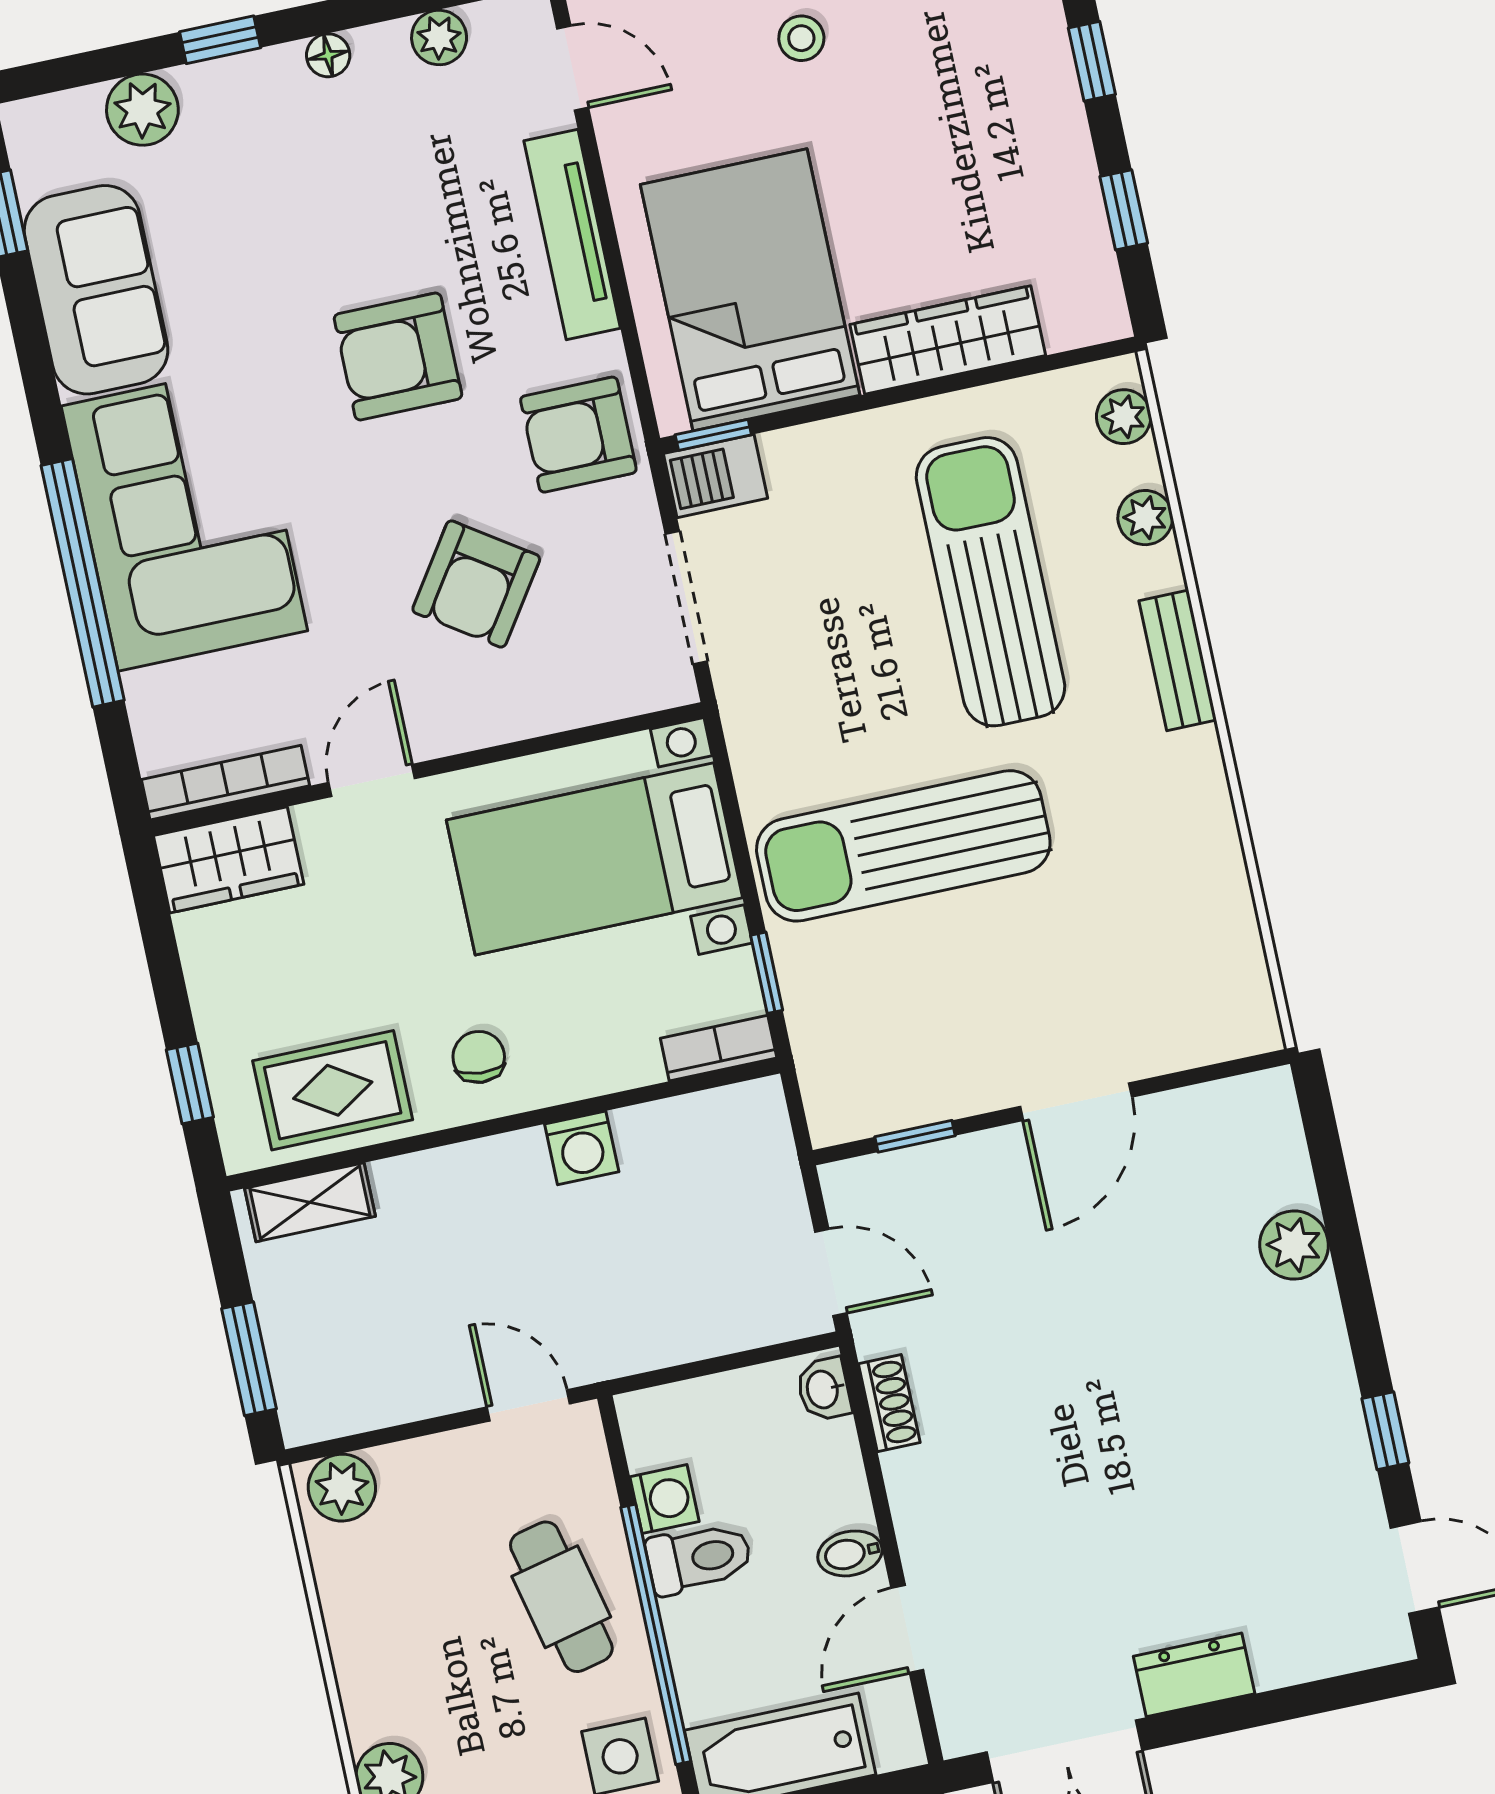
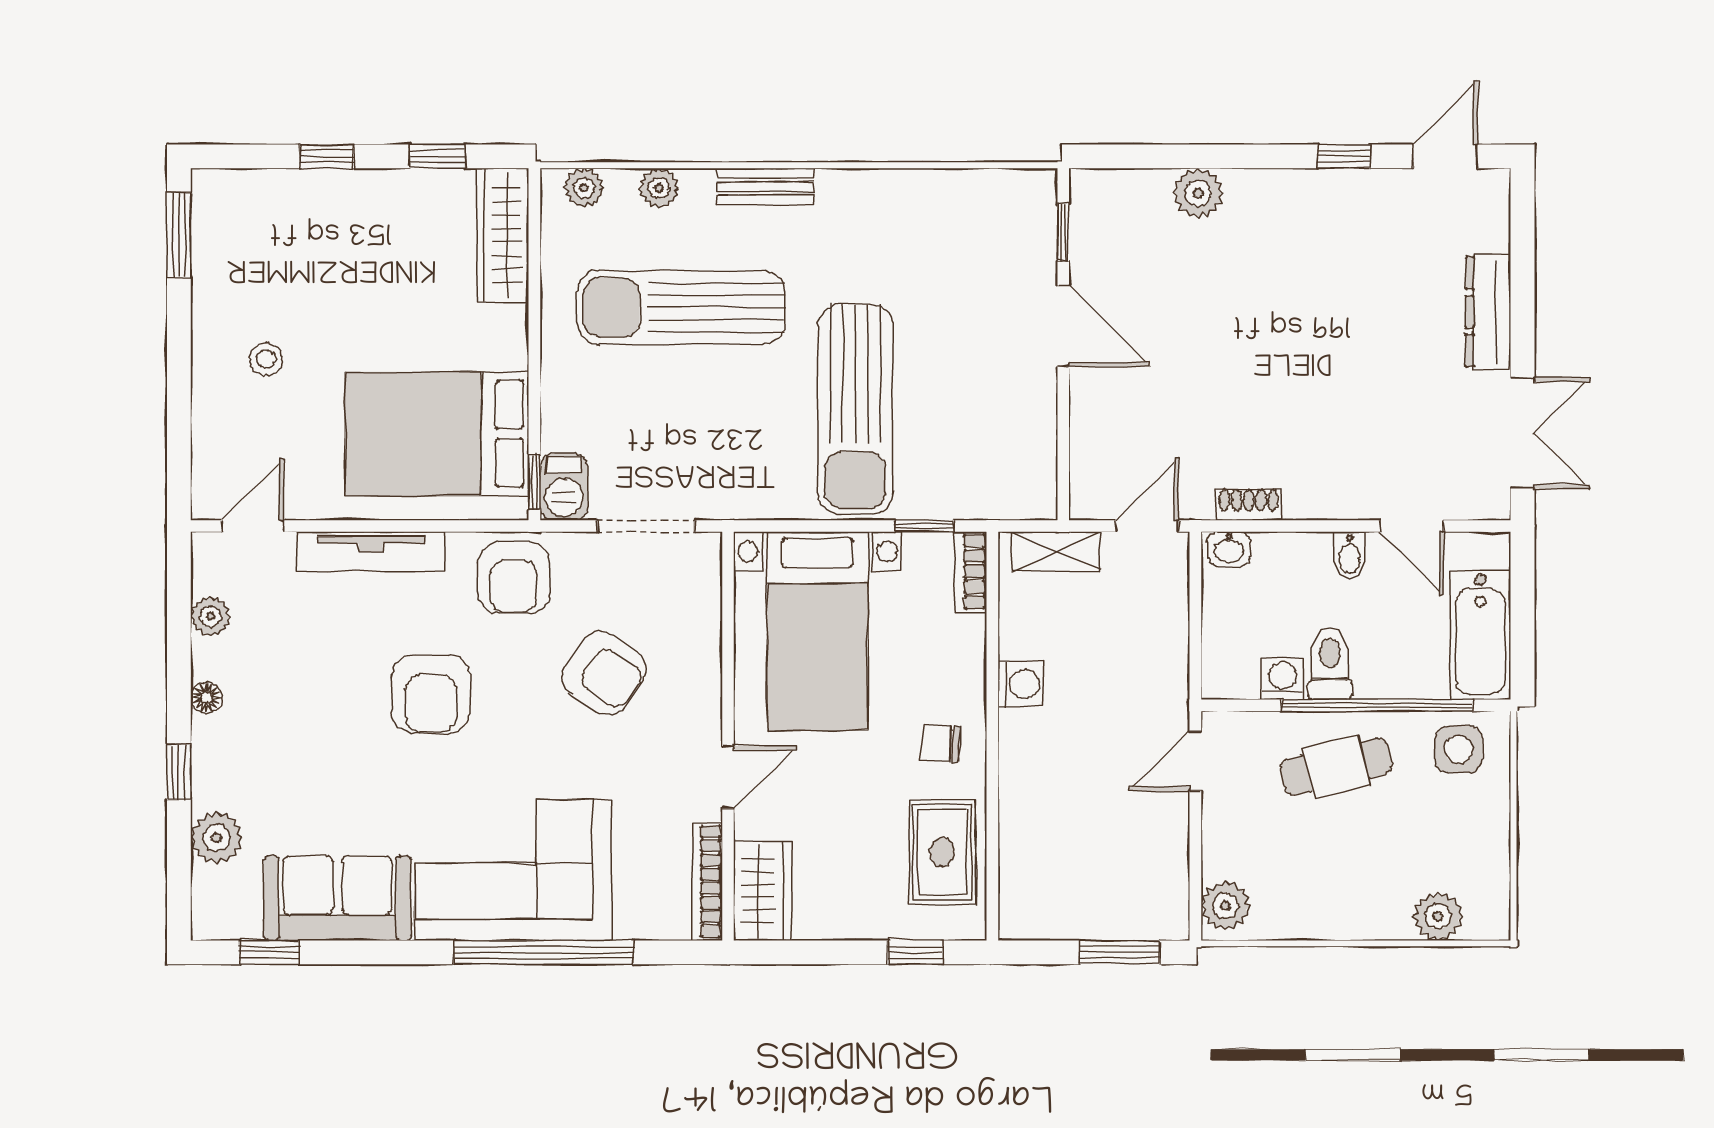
wardrobe: (948, 340) -> (503, 235), moved
door: (372, 781) -> (728, 777), swing flipped
window: (915, 1136) -> (1063, 232), moved
shelving: (310, 1202) -> (1056, 552), moved, turned 90
dresser: (1194, 1675) -> (1488, 312), width x1.44

